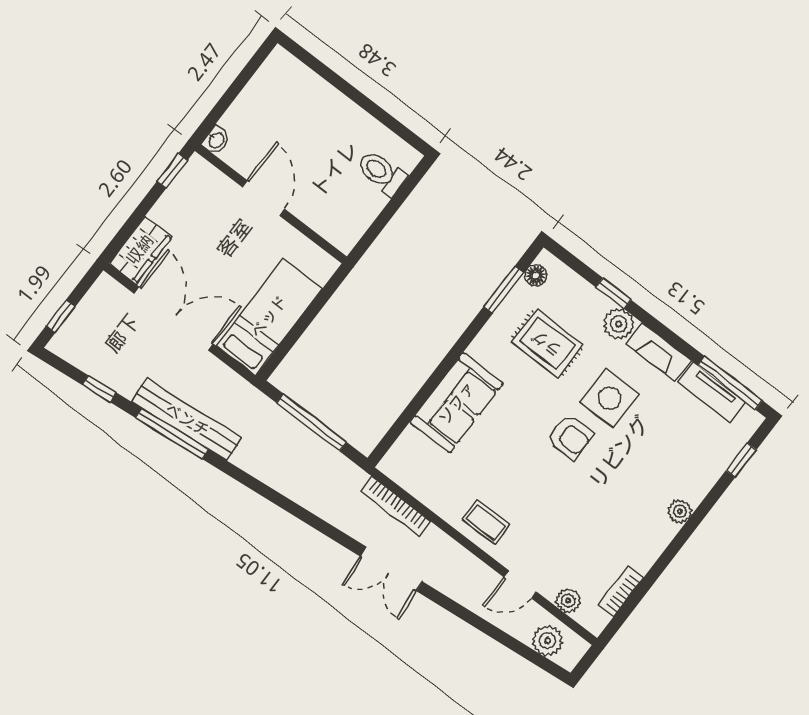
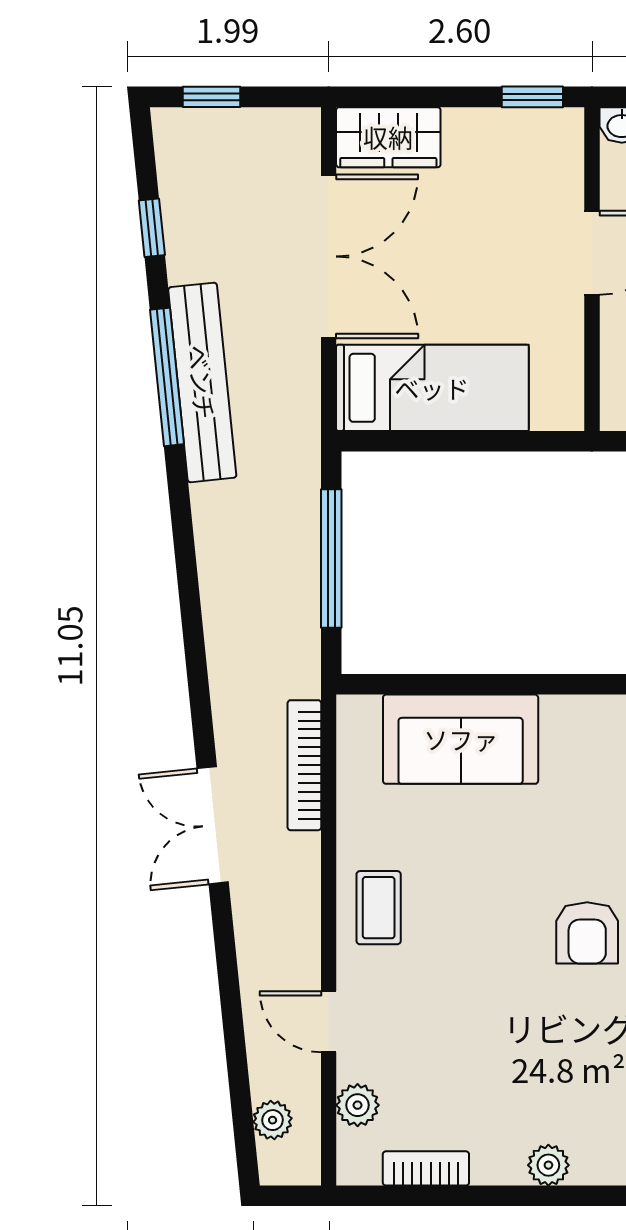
sofa: (457, 403) -> (461, 739), moved
plant: (680, 511) -> (548, 1165), moved
plant: (548, 641) -> (273, 1120), width x0.73, depth x0.73

